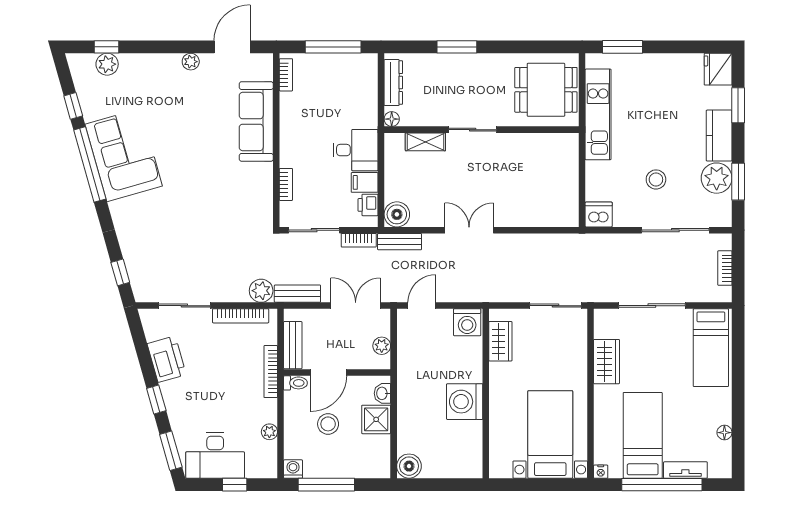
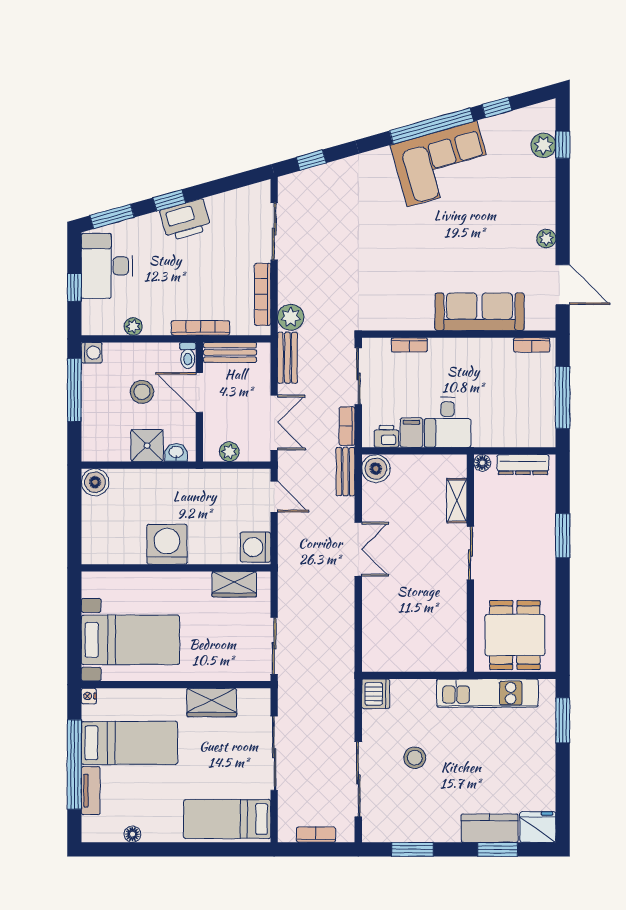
kitchen counter: (719, 136) -> (490, 828), moved
plant: (717, 178) -> (416, 825), removed
printer: (167, 359) -> (185, 220), moved

